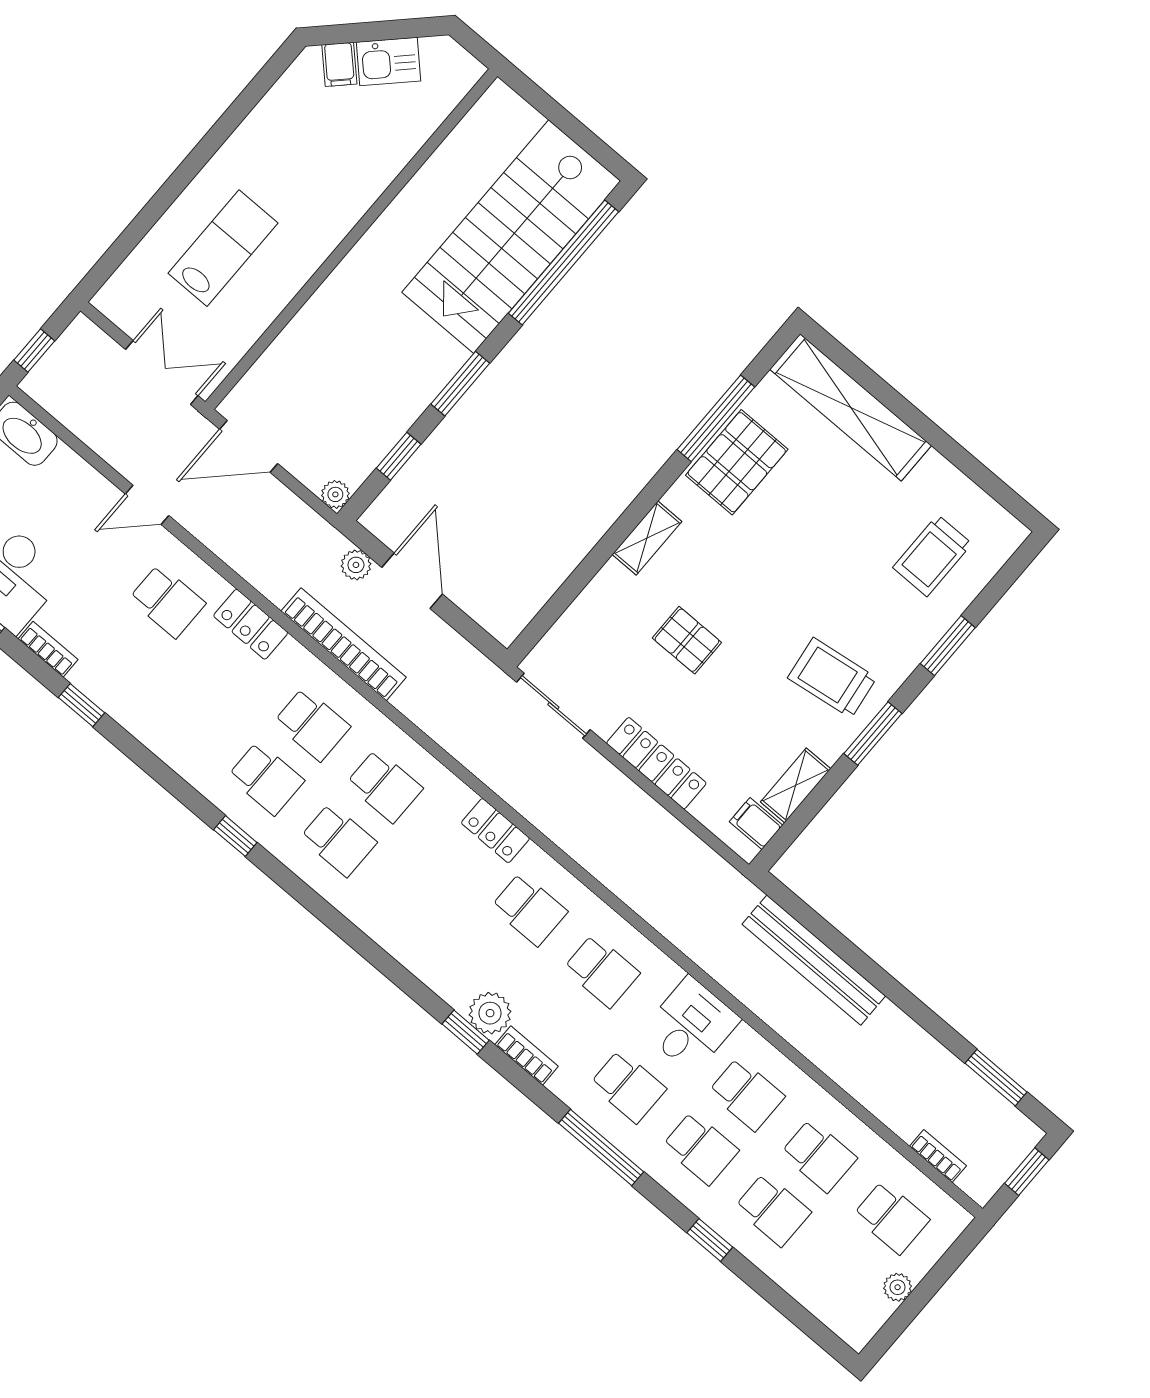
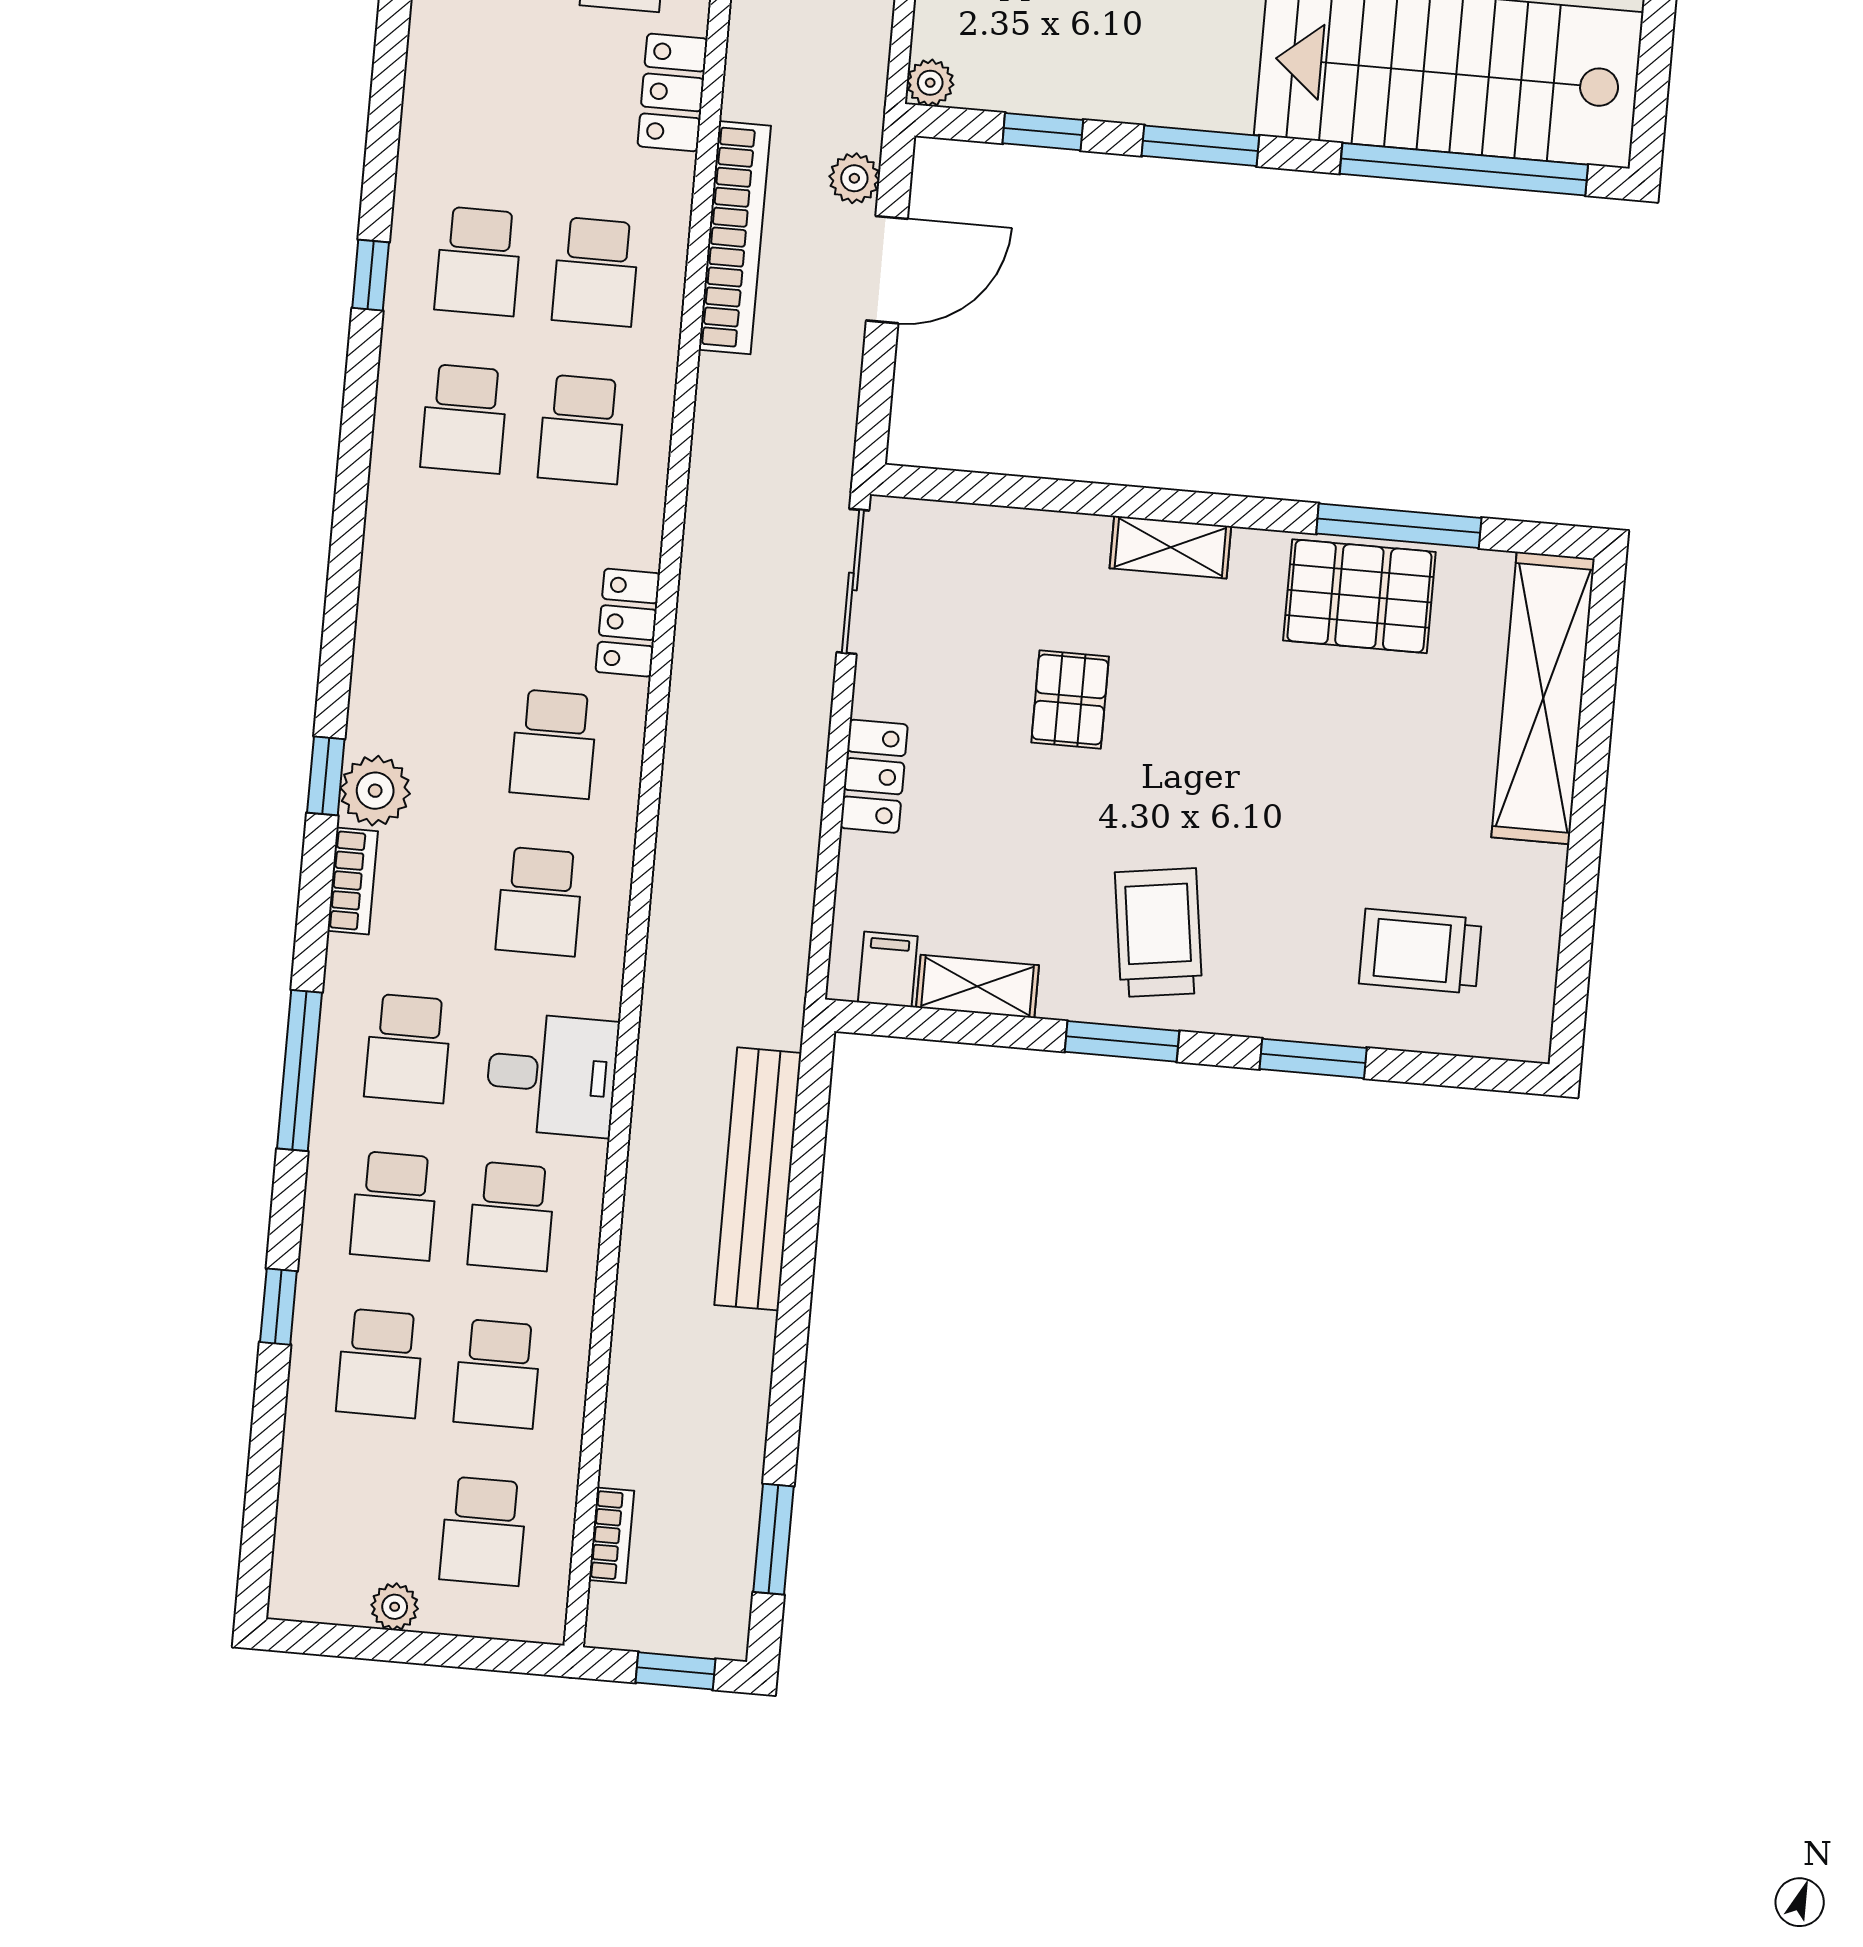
locker: (656, 763) -> (874, 776), width x0.66

